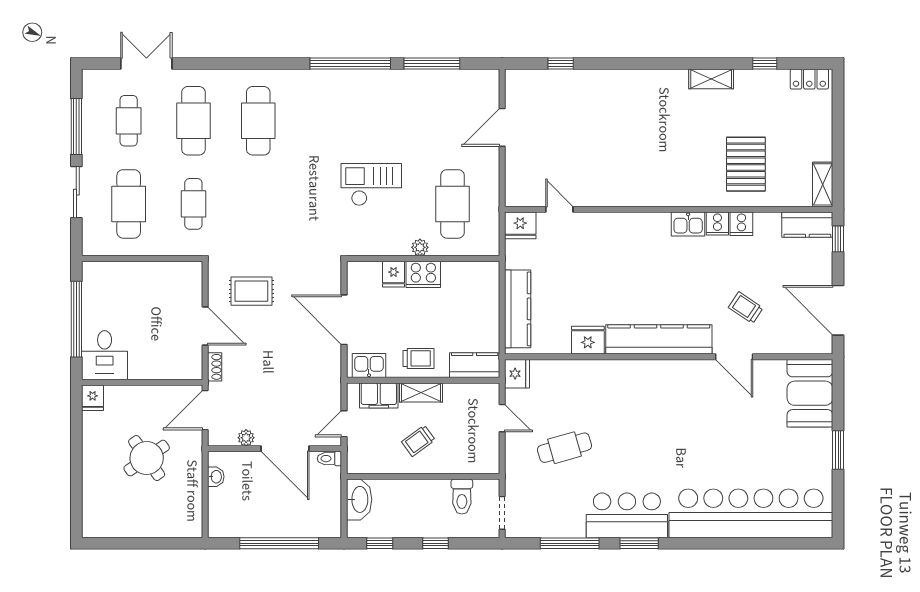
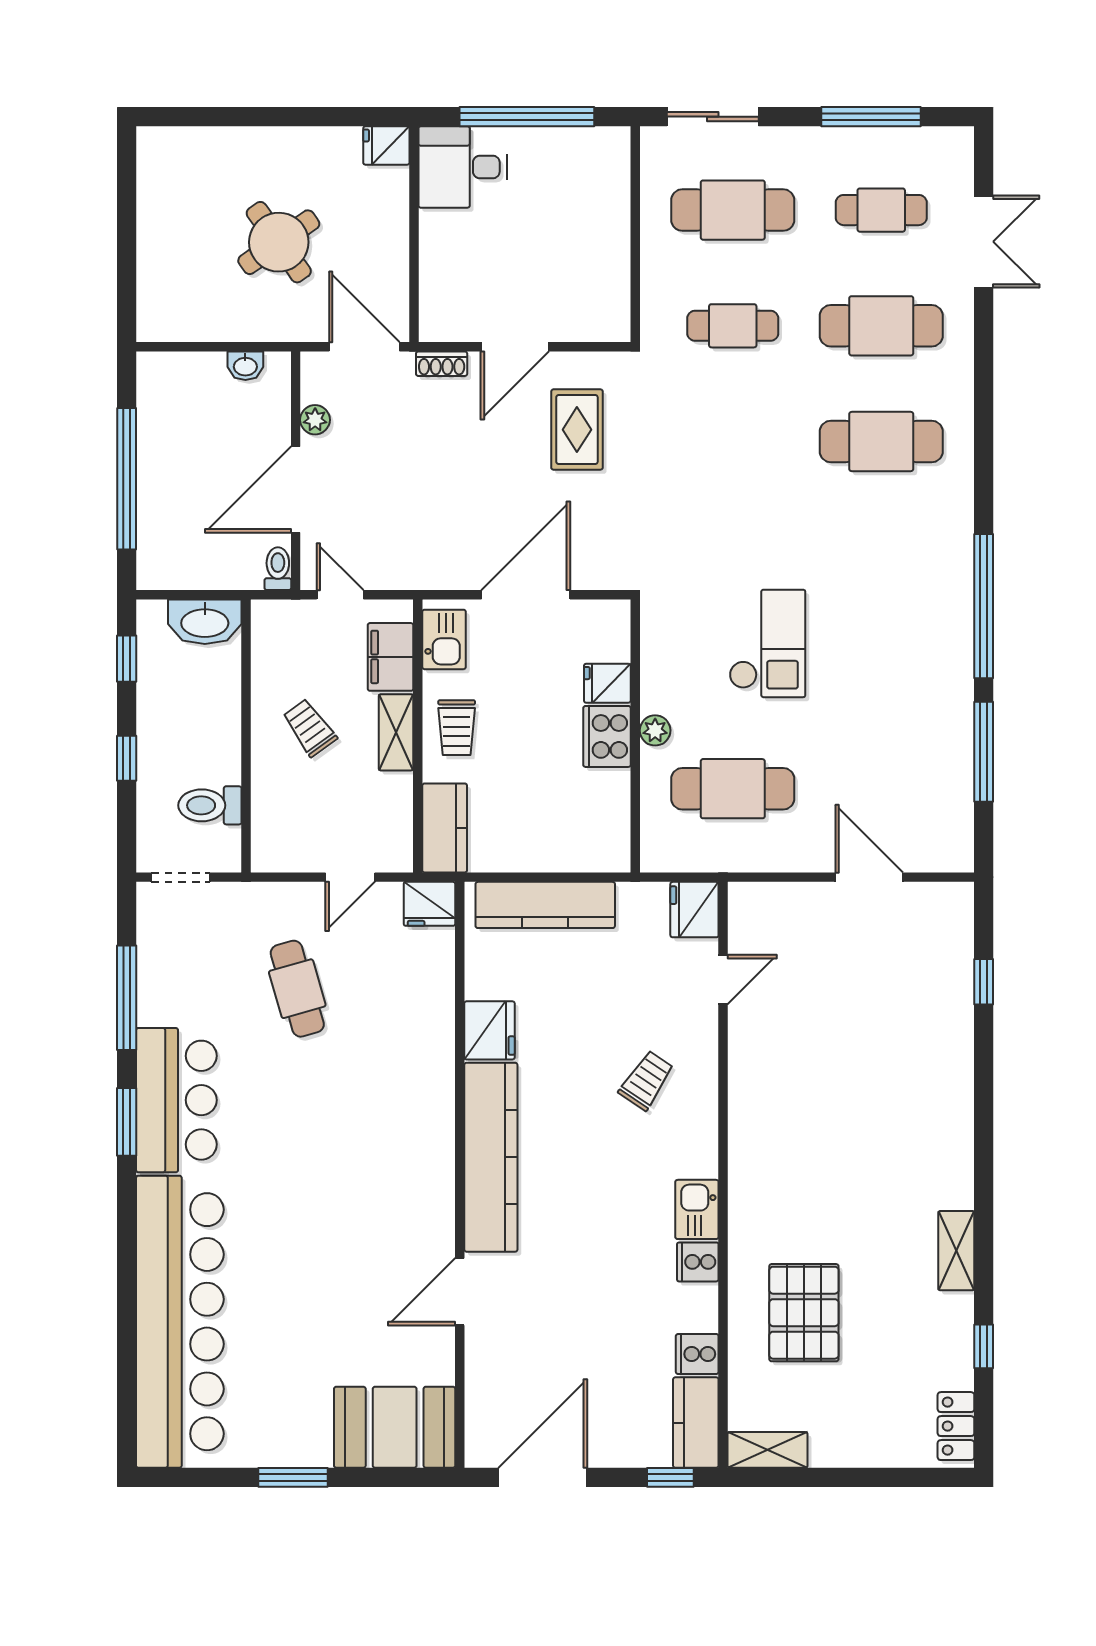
pallet: (746, 164) -> (804, 1313), turned 90
sliding door: (76, 192) -> (713, 117), moved
cooker: (741, 224) -> (697, 1354), moved
trolley: (746, 308) -> (646, 1080), moved

